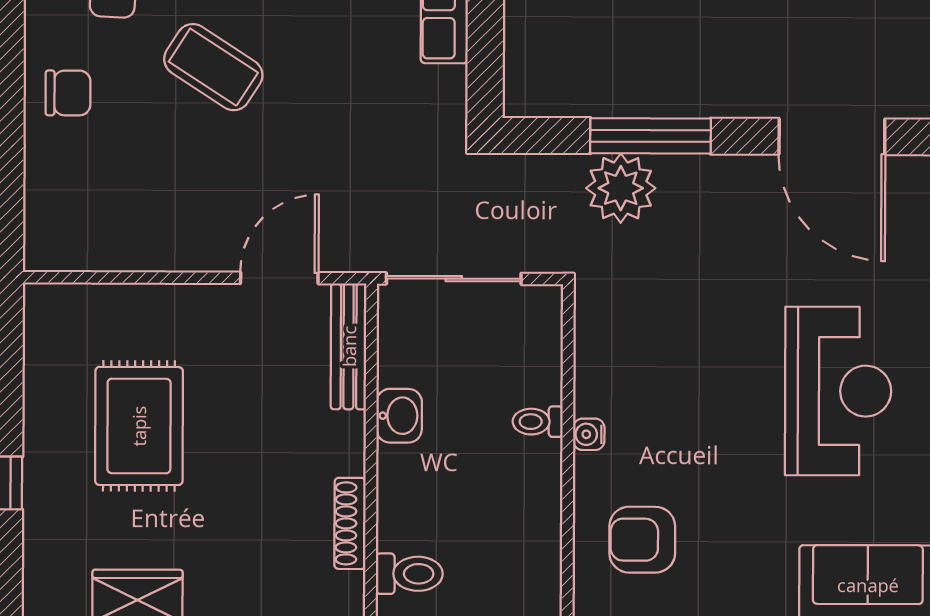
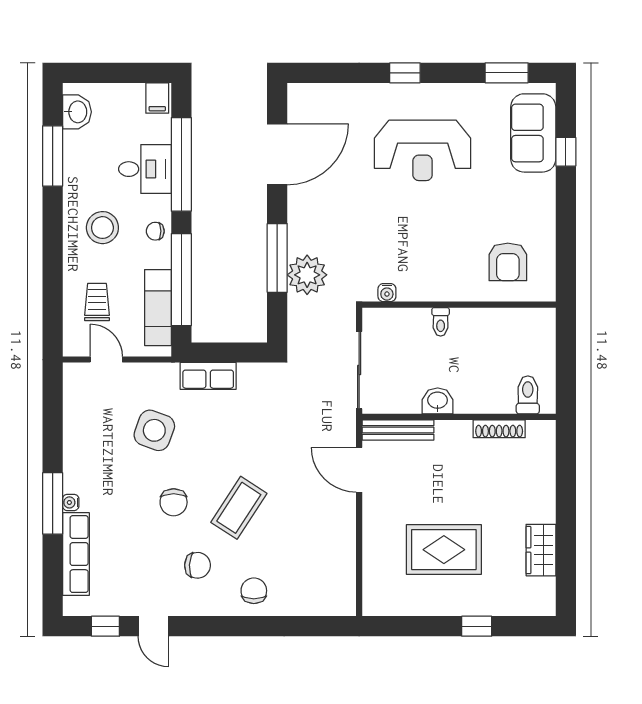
reception desk: (838, 391) -> (423, 150), turned 180
water cooler: (589, 434) -> (387, 293), moved

